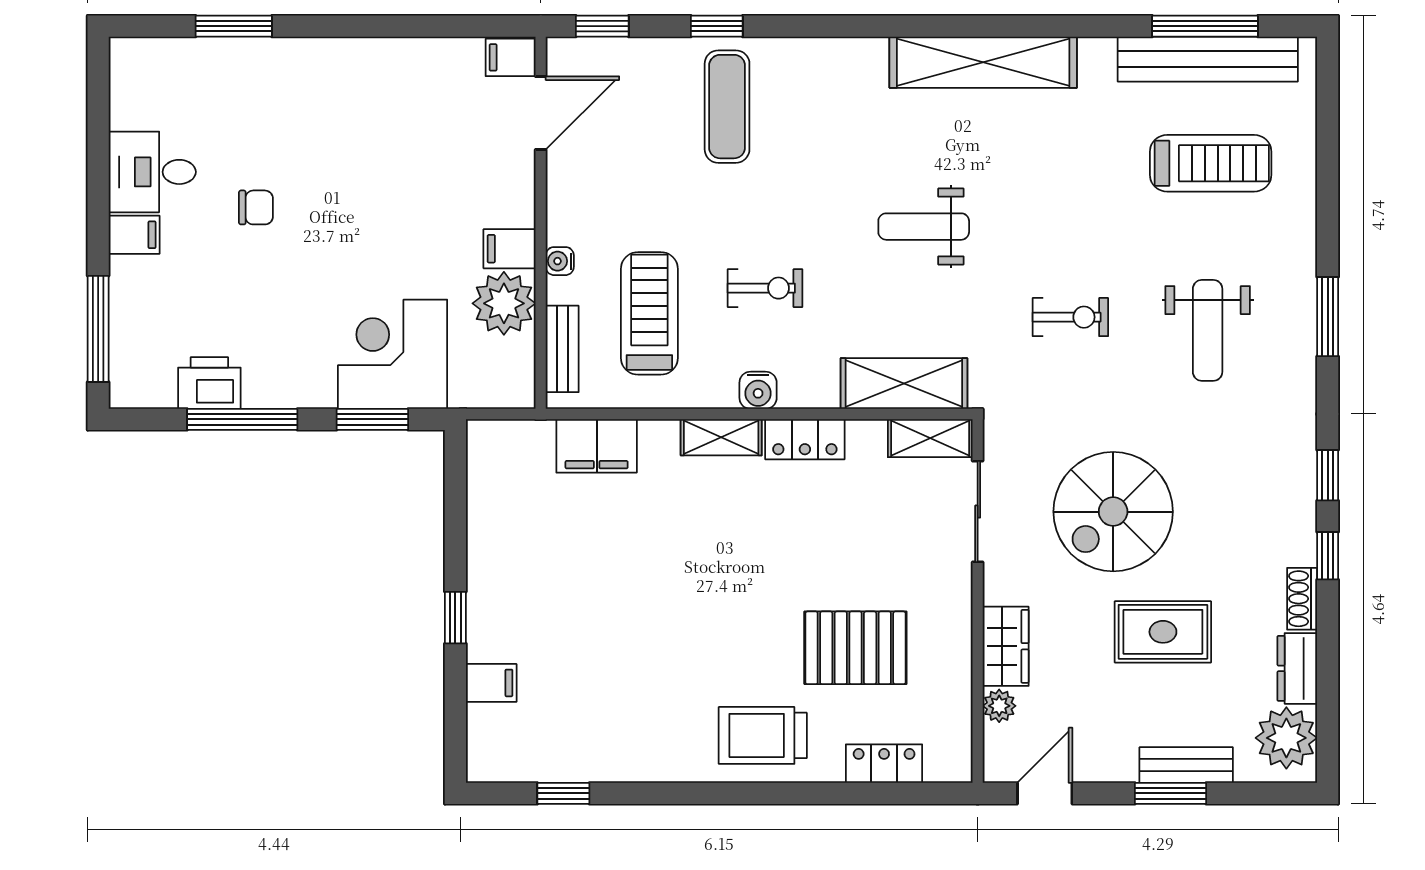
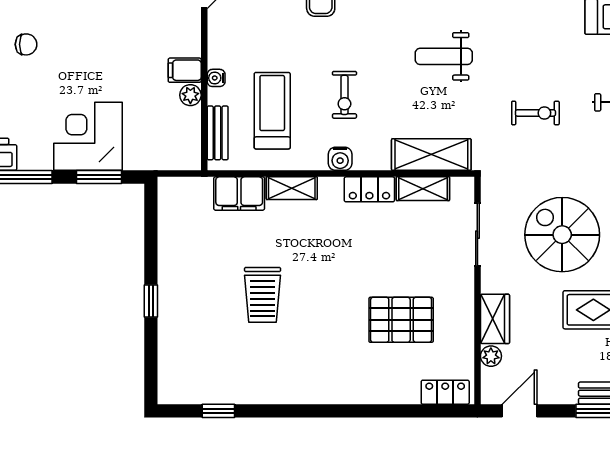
exercise bike: (765, 288) -> (344, 95), turned 90
plant: (504, 303) -> (190, 95), width x0.53, depth x0.53
corner desk: (392, 354) -> (88, 136), moved
shelving: (721, 437) -> (292, 188), moved
shelving: (930, 438) -> (423, 189), moved
spiral stairs: (1113, 512) -> (562, 235), turned 90
filing cabinet: (491, 683) -> (173, 342), removed
trolley: (763, 735) -> (263, 295), moved, turned -90
locker: (884, 764) -> (445, 392), moved

